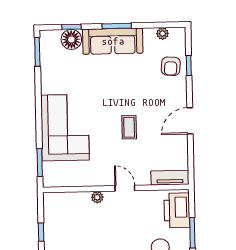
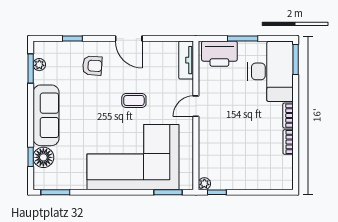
window: (117, 26) -> (31, 68), moved
armchair: (171, 66) -> (92, 66), moved
corner sofa: (65, 128) -> (133, 157), width x1.36, depth x1.36
plant: (97, 197) -> (204, 184), moved
window: (41, 232) -> (217, 192), moved

